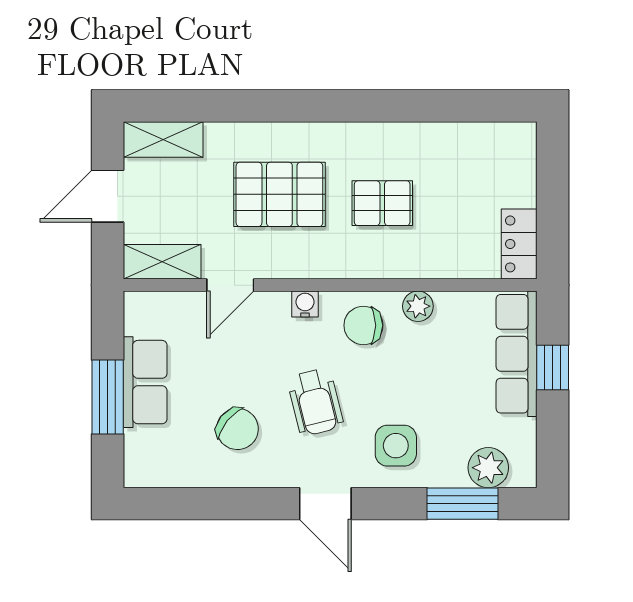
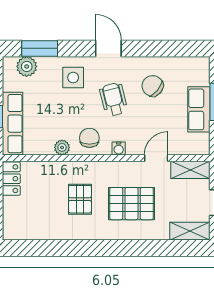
pallet: (382, 203) -> (80, 199), turned 90
chair: (363, 325) -> (89, 138), turned -90

